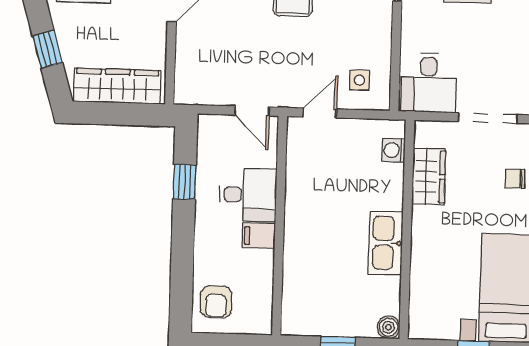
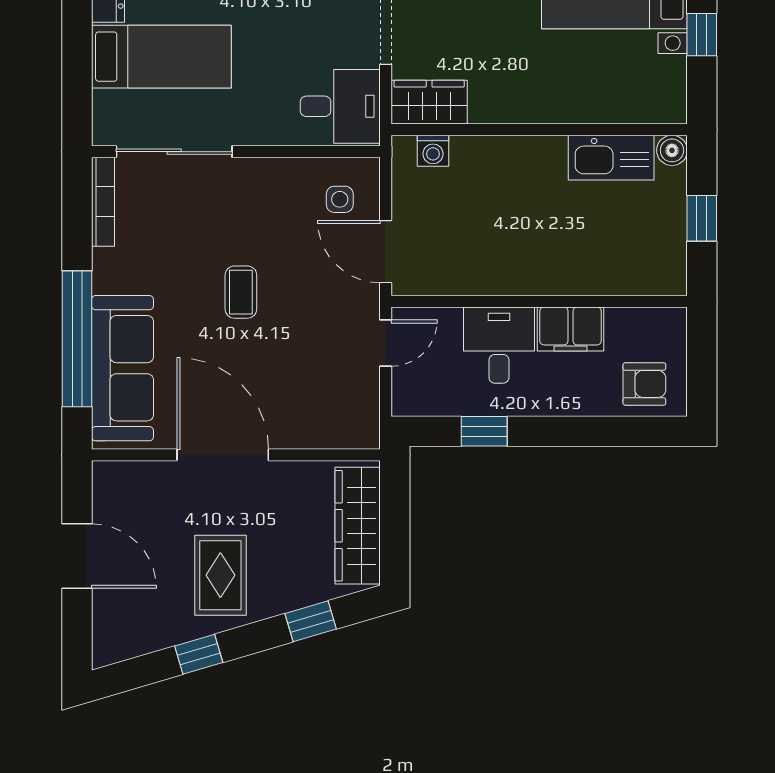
door: (320, 113) -> (386, 252), width x1.38
wardrobe: (429, 177) -> (429, 102), moved
filing cabinet: (259, 236) -> (571, 329), width x2.00
kitchen sink: (386, 243) -> (611, 158), moved

